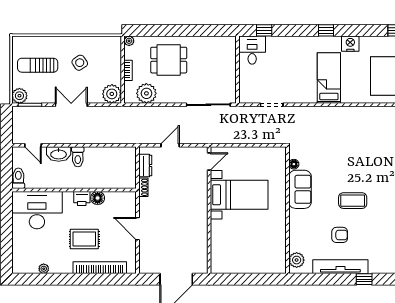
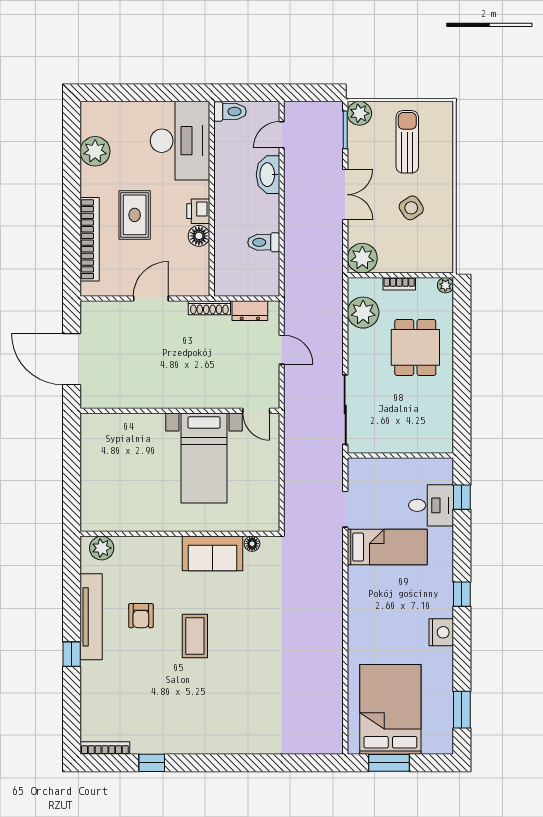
desk: (252, 50) -> (431, 505), moved
bed: (329, 78) -> (387, 547), moved
toilet: (78, 157) -> (264, 242), moved
shoe rack: (143, 187) -> (209, 308), width x1.43
plant: (44, 269) -> (95, 151), width x1.87, depth x1.87

